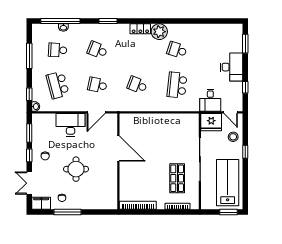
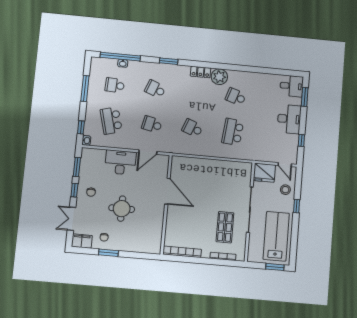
desk: (210, 100) -> (292, 86), moved, turned -90
window: (68, 212) -> (108, 253), width x0.69

